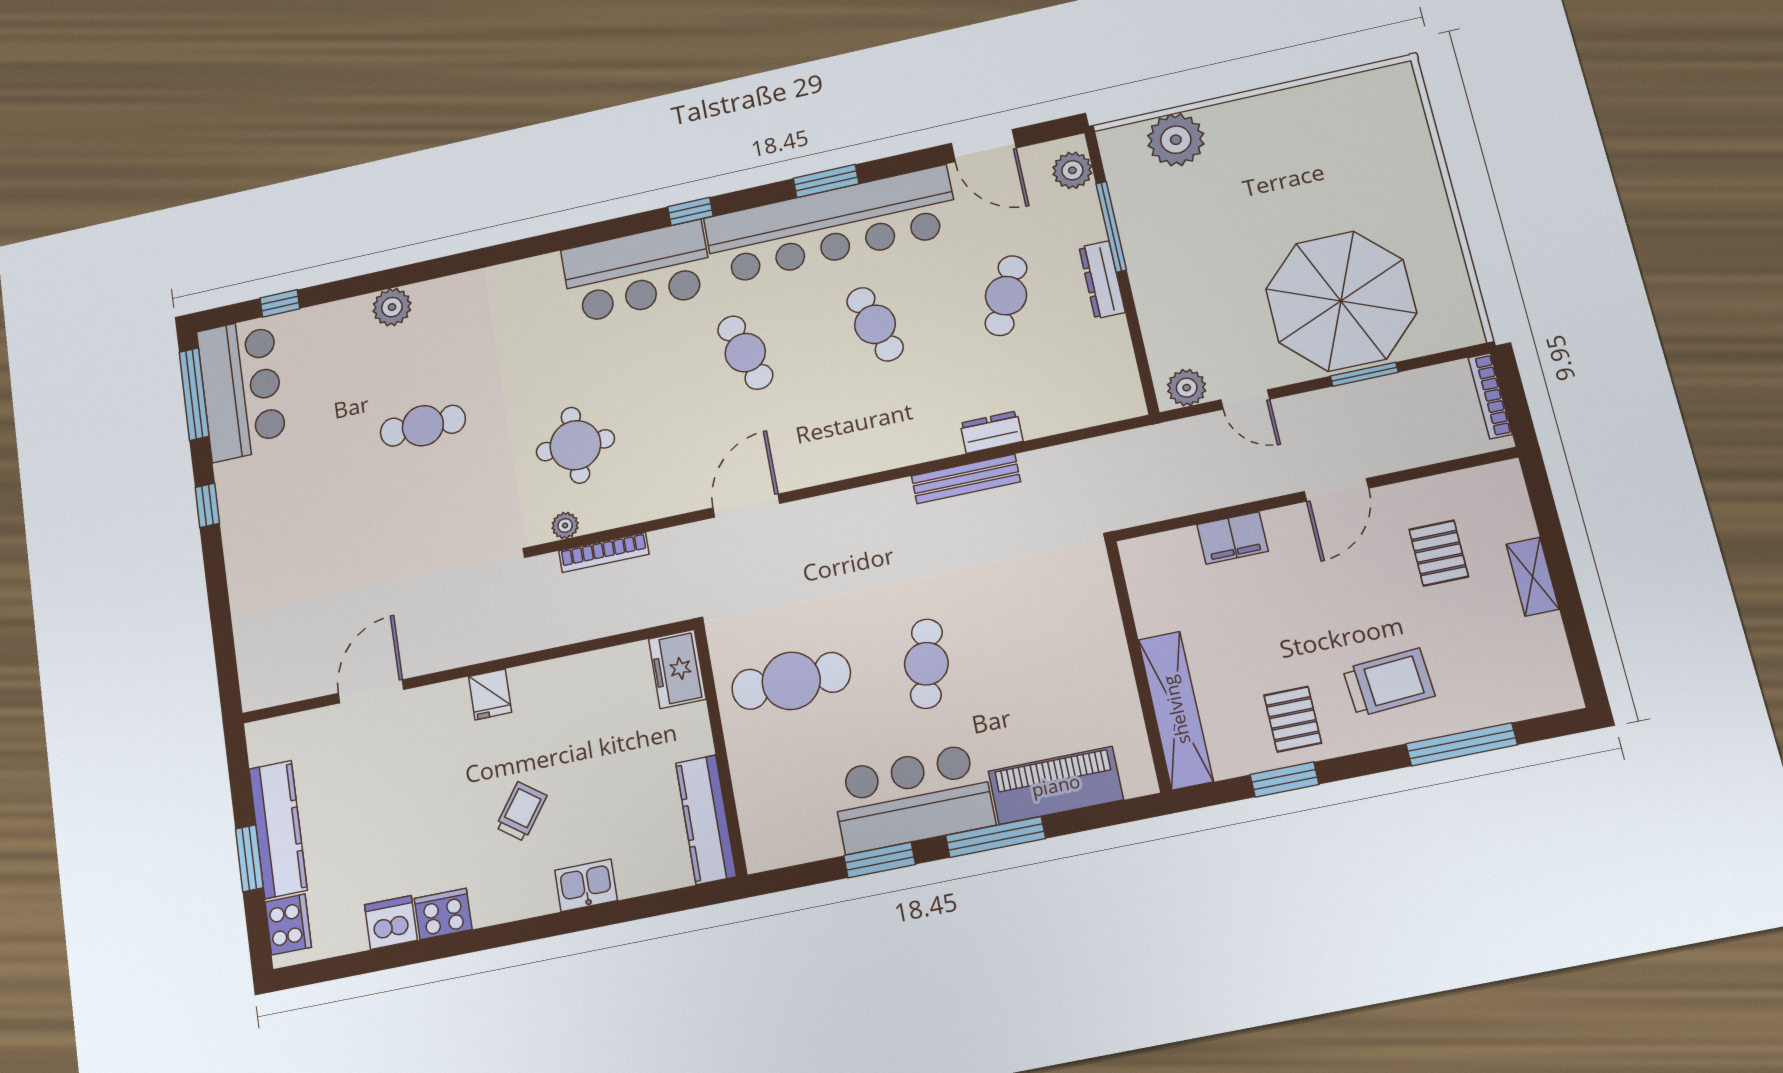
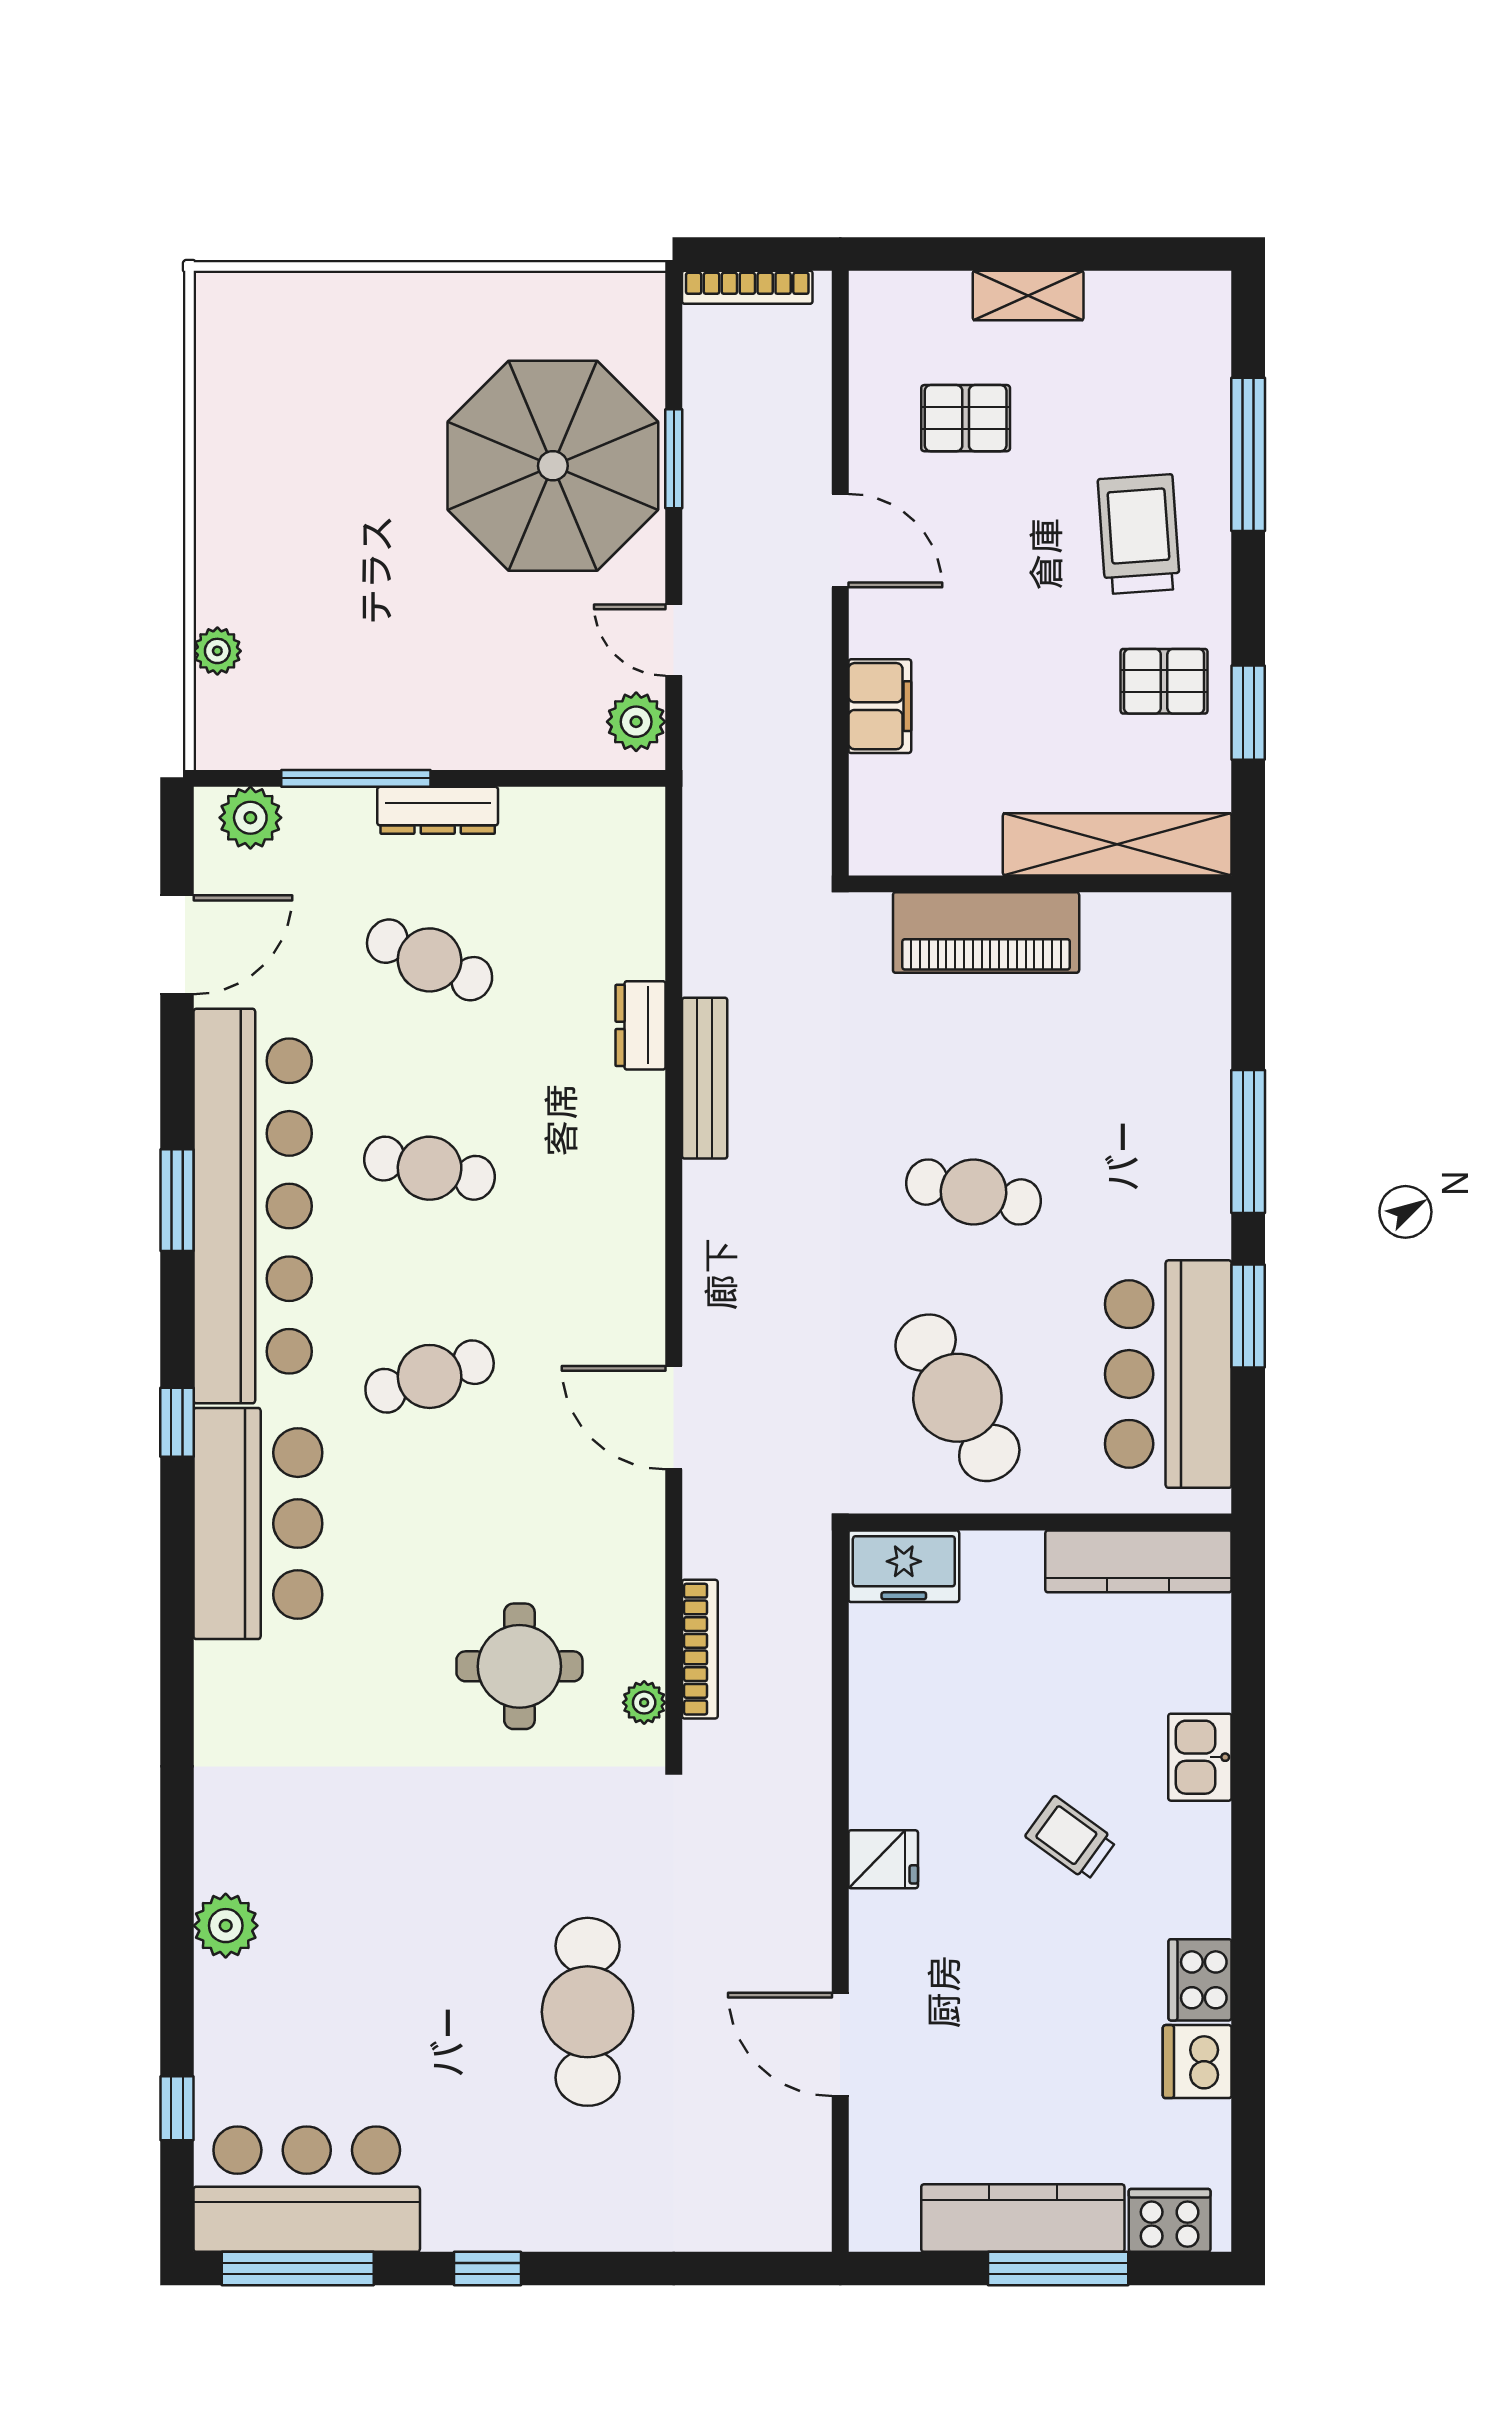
plant: (1176, 140) -> (217, 651), width x0.53, depth x0.53
cafe table: (875, 324) -> (430, 1168), turned 30
door: (1245, 399) -> (674, 640), swing flipped
cafe table: (423, 426) -> (588, 2012), moved, width x1.37, depth x1.35
cafe table: (791, 681) -> (957, 1398), turned -30
piano: (1056, 785) -> (986, 933), moved, turned -90
bar counter: (913, 798) -> (1168, 1374), moved
window: (249, 858) -> (1058, 2269), width x1.44

